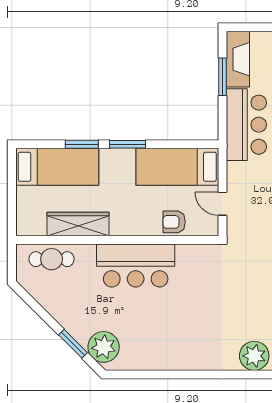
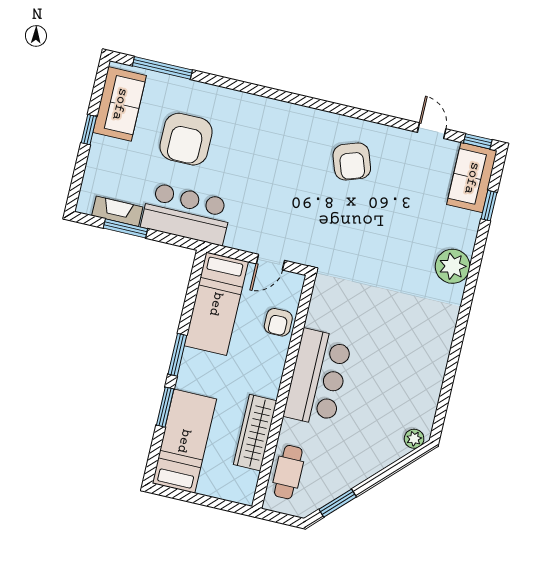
fireplace: (238, 59) -> (117, 211), width x0.73, depth x0.76
window: (73, 344) -> (338, 503), moved
plant: (104, 347) -> (414, 439), width x0.53, depth x0.53

